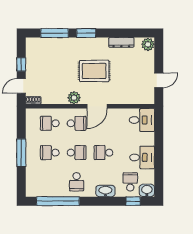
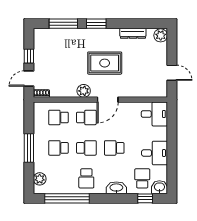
door: (159, 80) -> (172, 73), hinge flipped
plant: (32, 182) -> (40, 179), added

